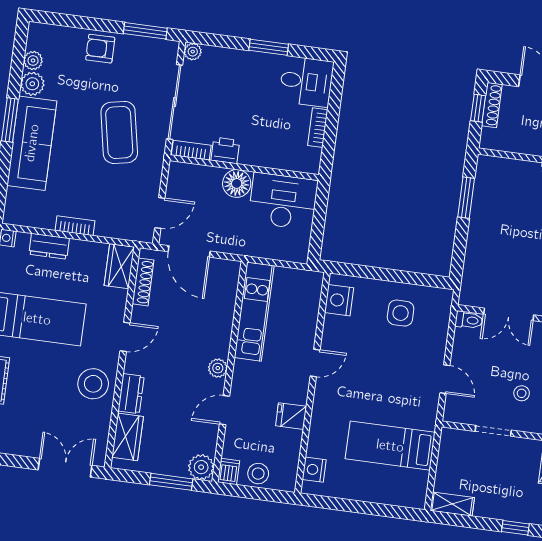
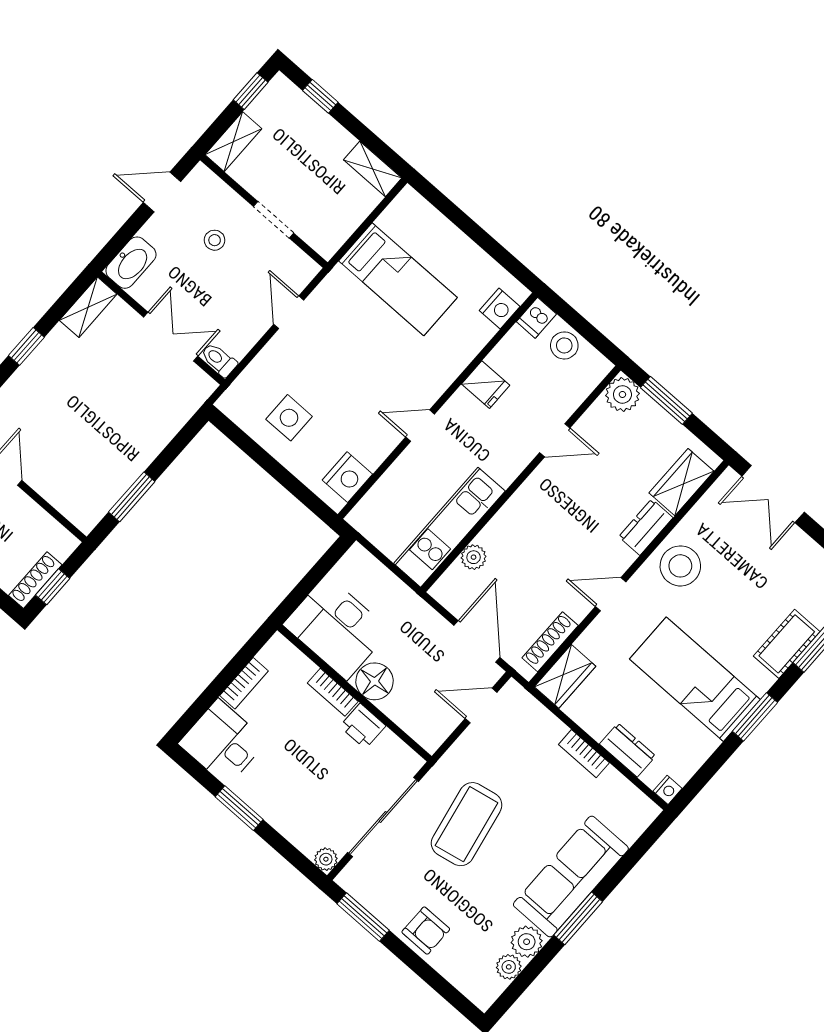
bookcase: (191, 150) -> (333, 692), moved
plant: (218, 368) -> (474, 557), moved
dishwasher: (229, 471) -> (536, 318), moved

